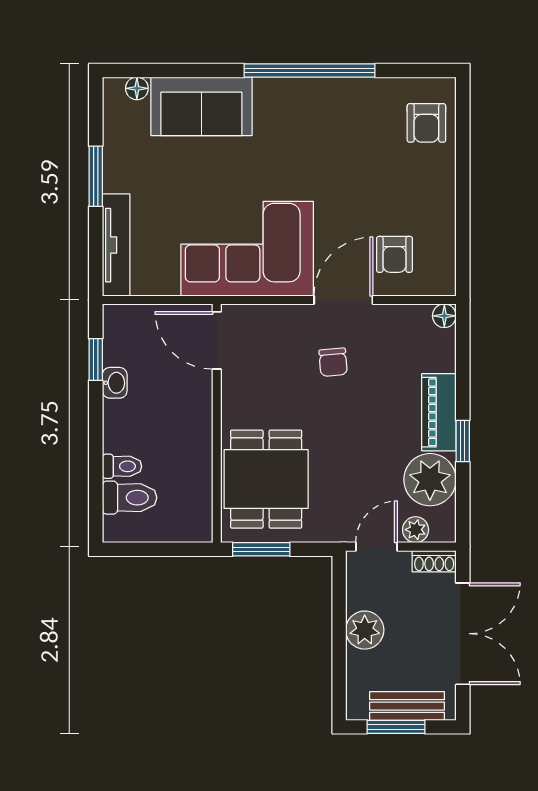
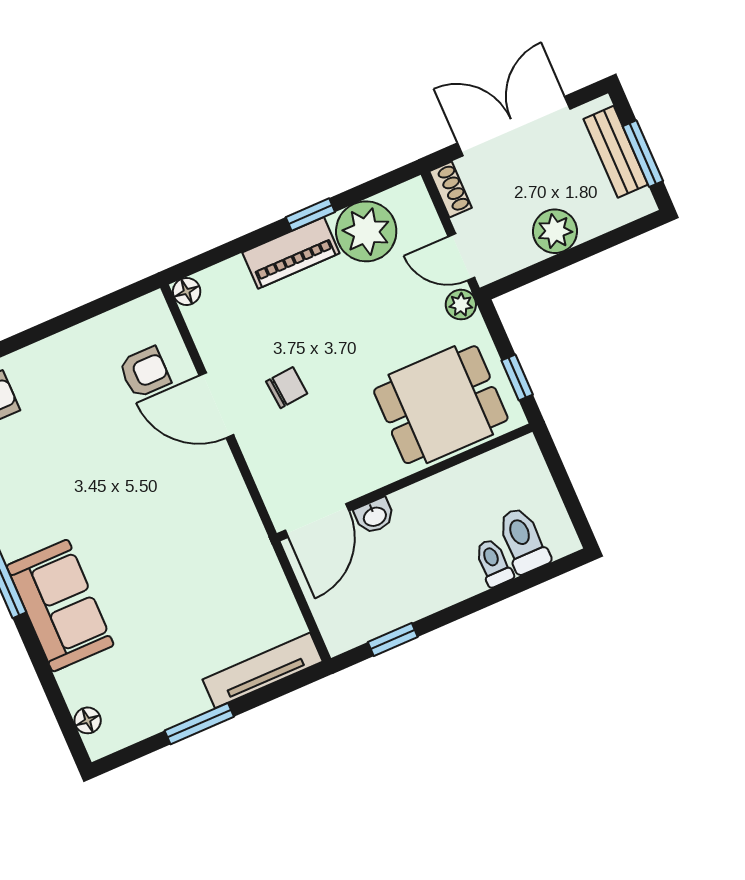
sofa: (201, 106) -> (60, 606), moved
corner sofa: (247, 249) -> (206, 530), removed
washbasin: (115, 383) -> (375, 516), moved, turned 180
plant: (416, 530) -> (461, 305), moved
window: (261, 549) -> (517, 378), width x0.67

